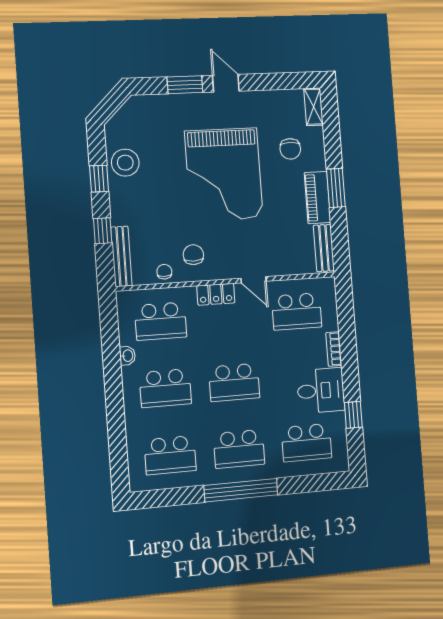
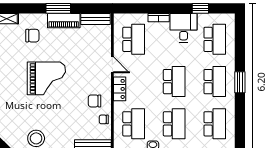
grand piano: (224, 175) -> (46, 78), width x0.73, depth x0.68
door: (253, 280) -> (112, 65), hinge flipped
window: (241, 490) -> (240, 82), width x0.47

